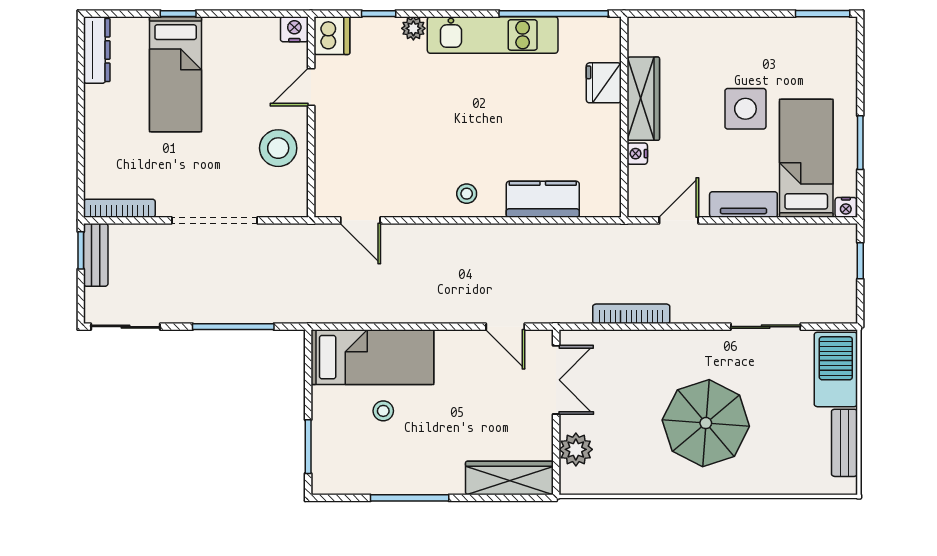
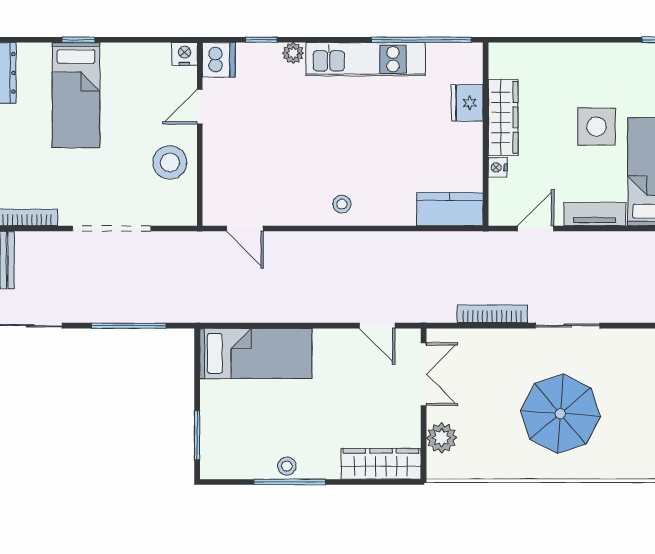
kitchen counter: (543, 199) -> (450, 209), moved
sliding door: (766, 327) -> (568, 326), moved
stool: (383, 411) -> (287, 466), moved

